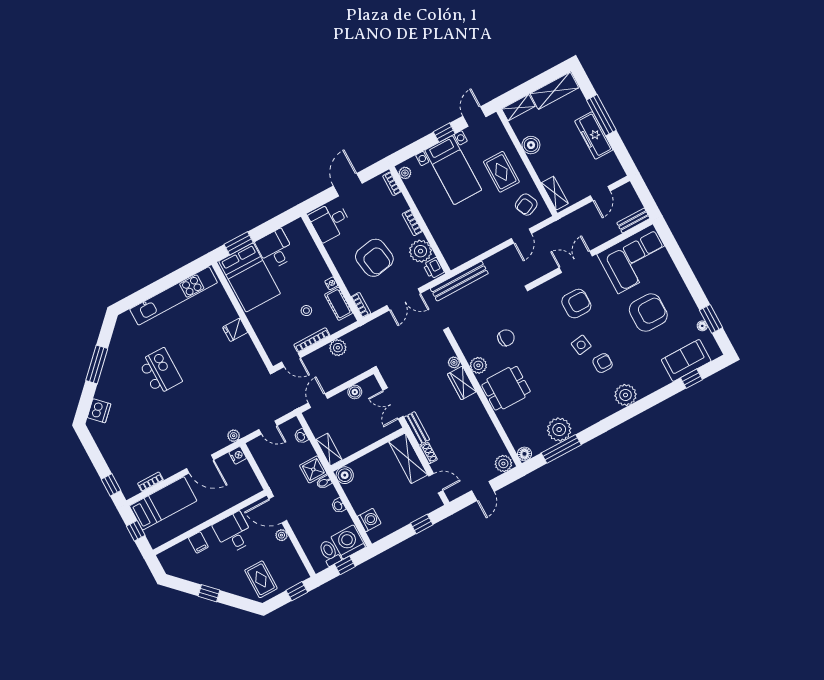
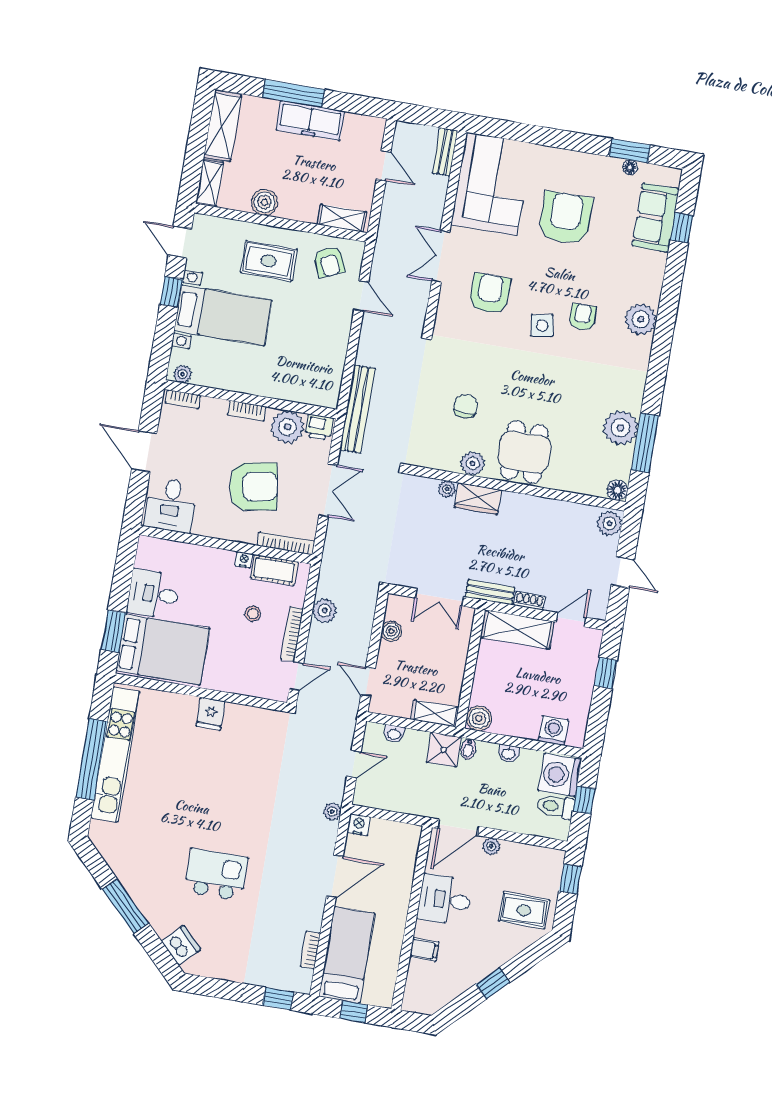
window: (161, 285) -> (91, 759), added
bookcase: (361, 305) -> (286, 543), width x1.56
kitchen island: (160, 371) -> (216, 874), moved

